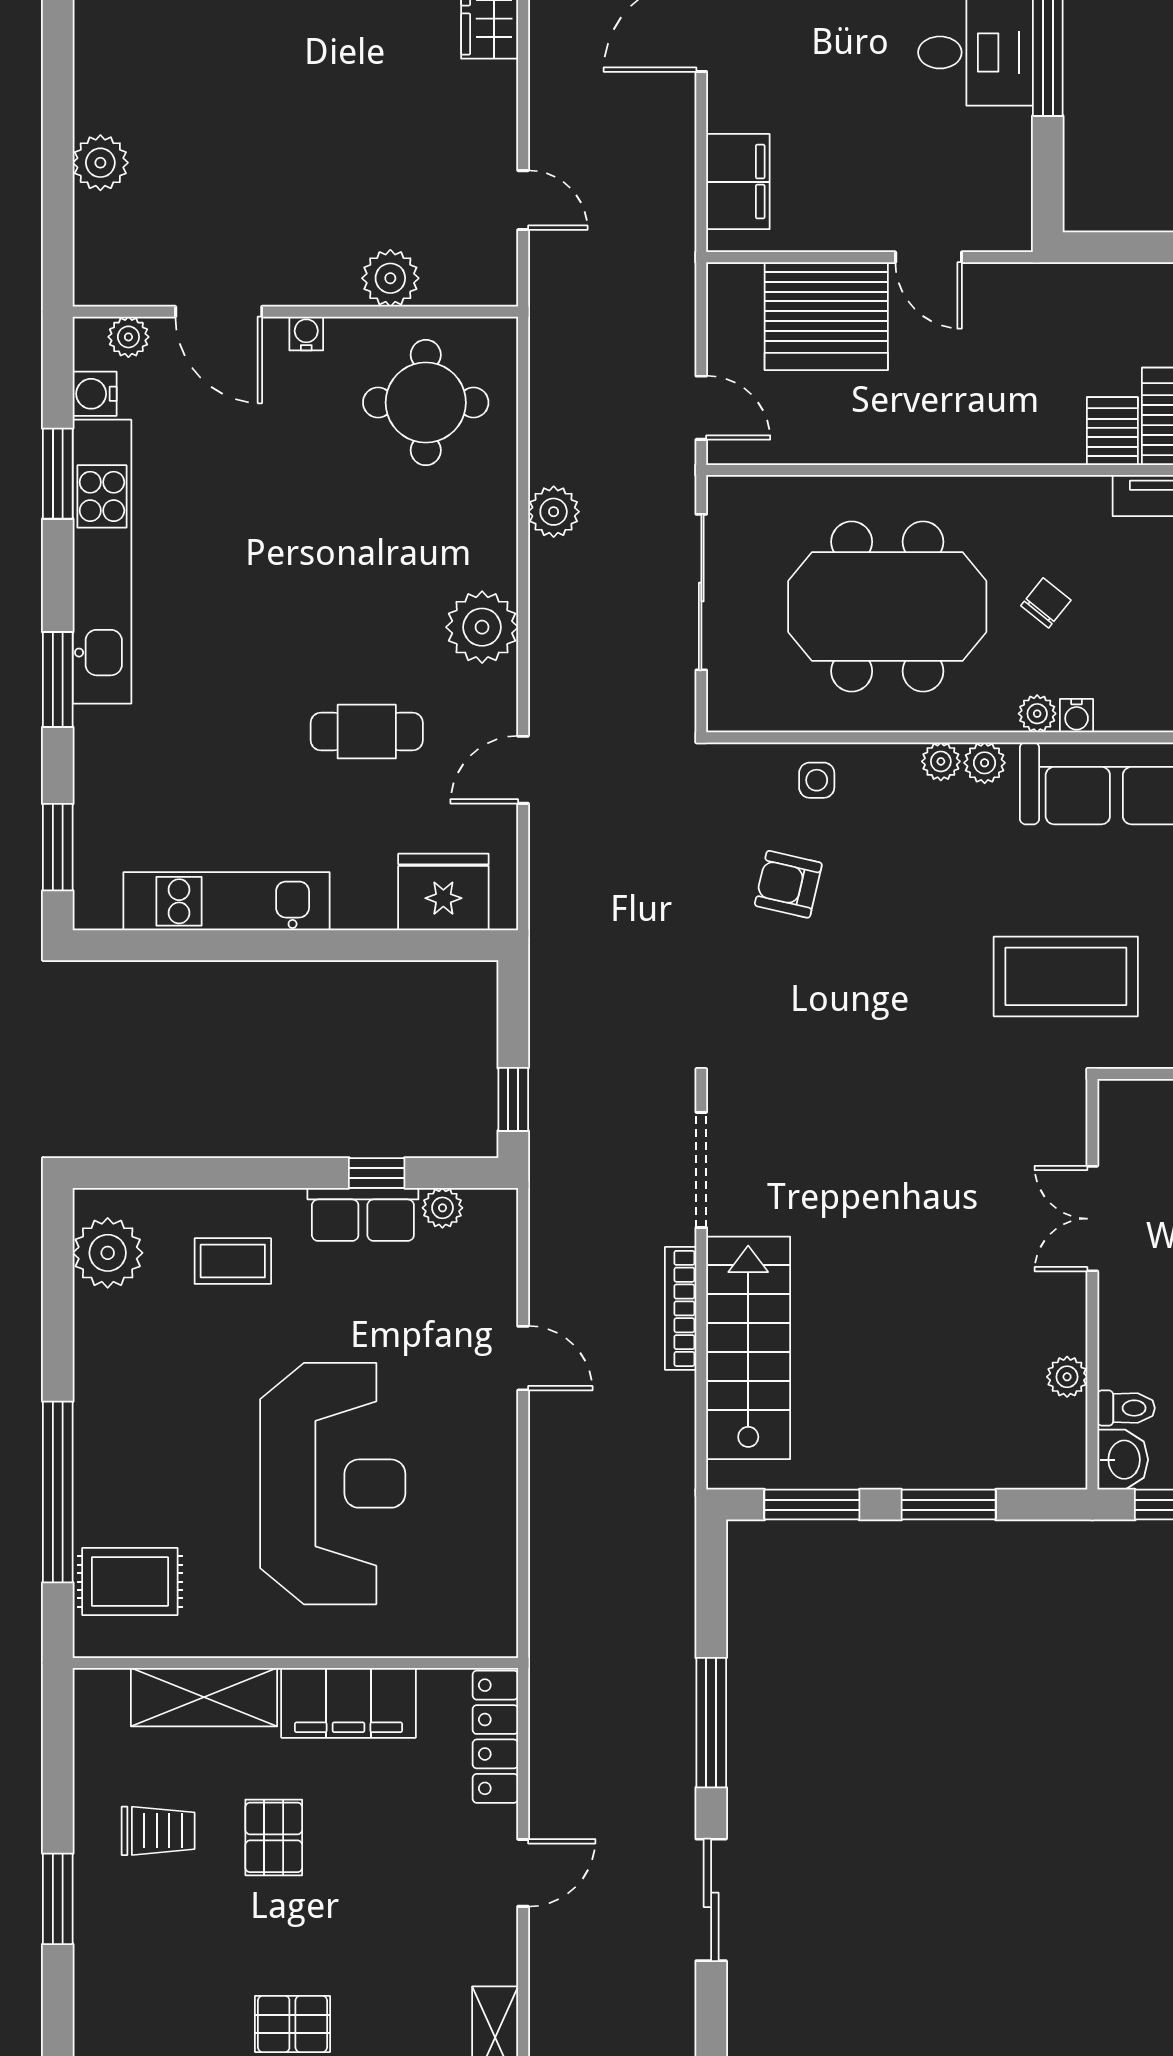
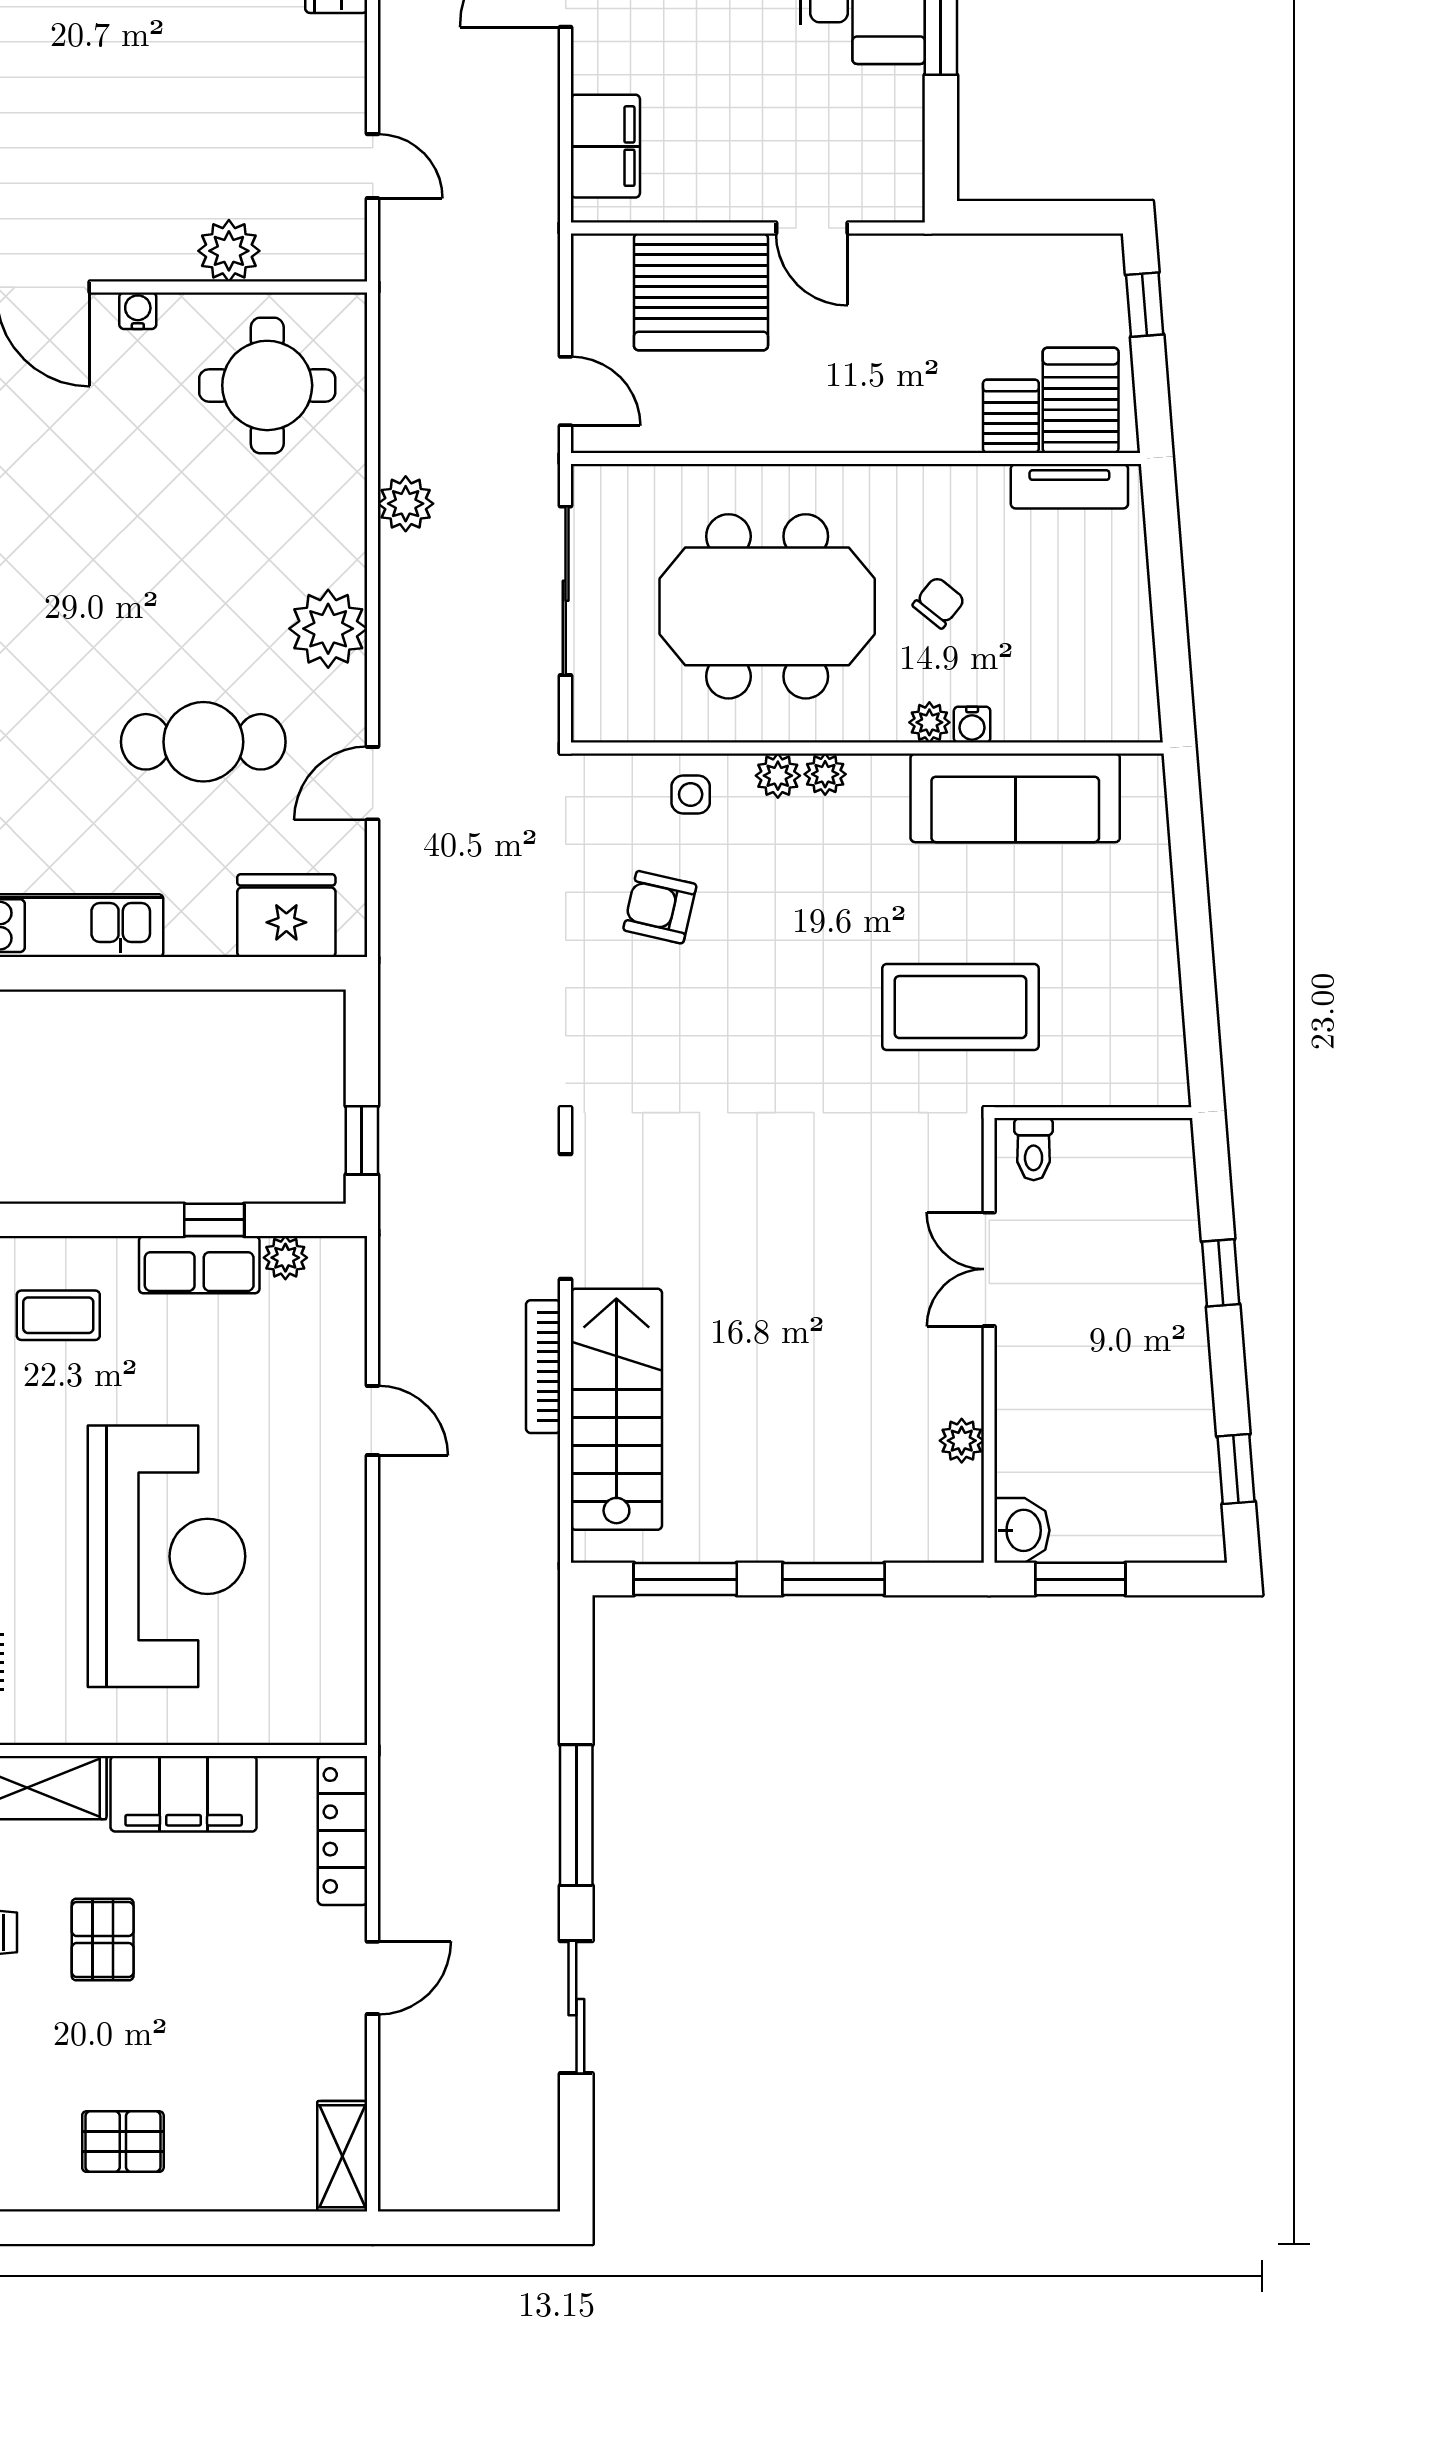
cafe table: (367, 732) -> (203, 742), width x1.37, depth x1.35
plant: (985, 763) -> (778, 776), moved
toilet: (1126, 1408) -> (1034, 1149), moved, turned 90

